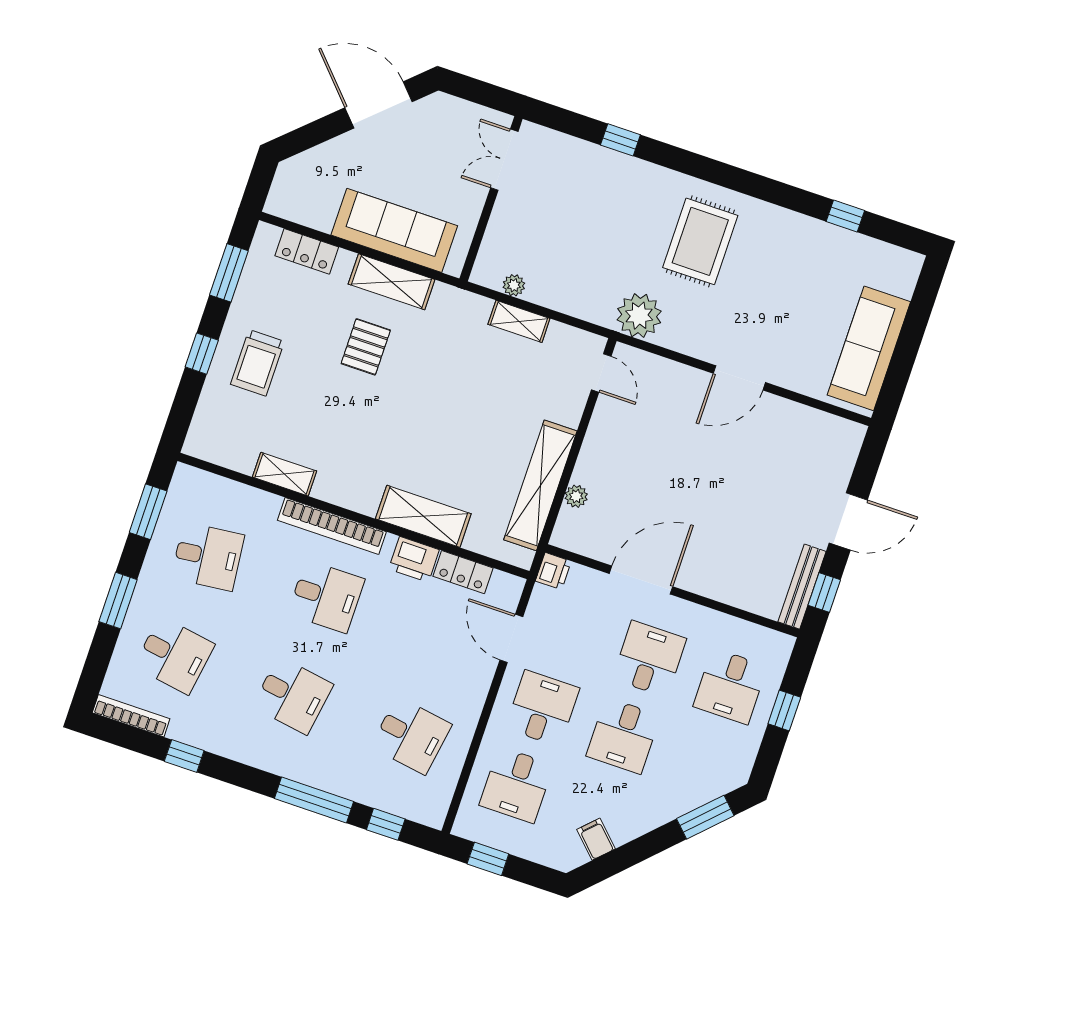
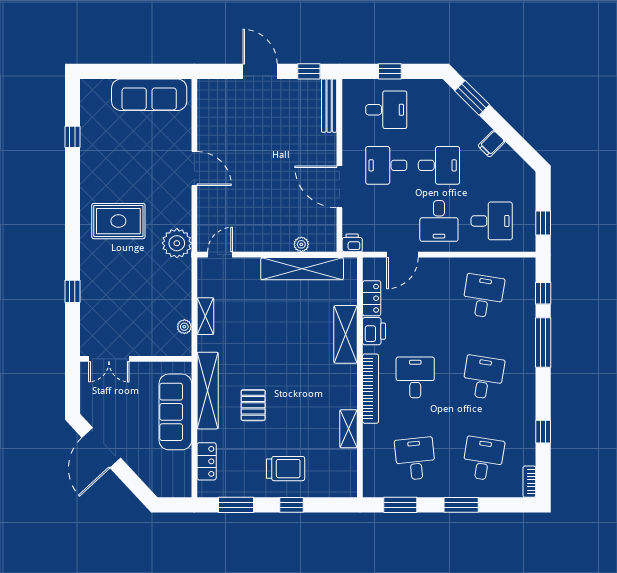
shelving: (392, 282) -> (208, 391), width x1.47
pallet: (366, 347) -> (253, 405), turned 90
bench: (802, 587) -> (329, 106), moved, turned 90
desk: (542, 708) -> (439, 221), turned -90
bookcase: (131, 716) -> (529, 482), width x0.64
filing cabinet: (596, 839) -> (492, 144), moved

